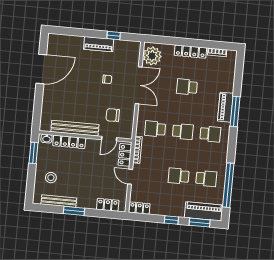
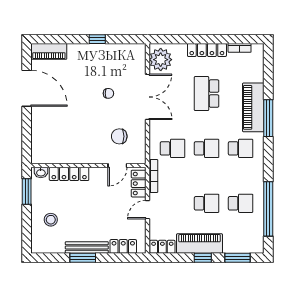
window: (114, 35) -> (97, 39), moved
piano: (99, 44) -> (49, 51), moved
door: (41, 69) -> (27, 88), hinge flipped
school desk: (187, 87) -> (207, 94), width x1.85
piano: (225, 107) -> (253, 107), width x1.37, depth x1.33
bench: (75, 128) -> (74, 157), removed
school desk: (155, 129) -> (173, 148), turned 180
school desk: (179, 176) -> (207, 203), turned 180
door: (130, 177) -> (147, 210), hinge flipped
bench: (59, 201) -> (87, 248), moved
piano: (204, 211) -> (199, 244), moved

